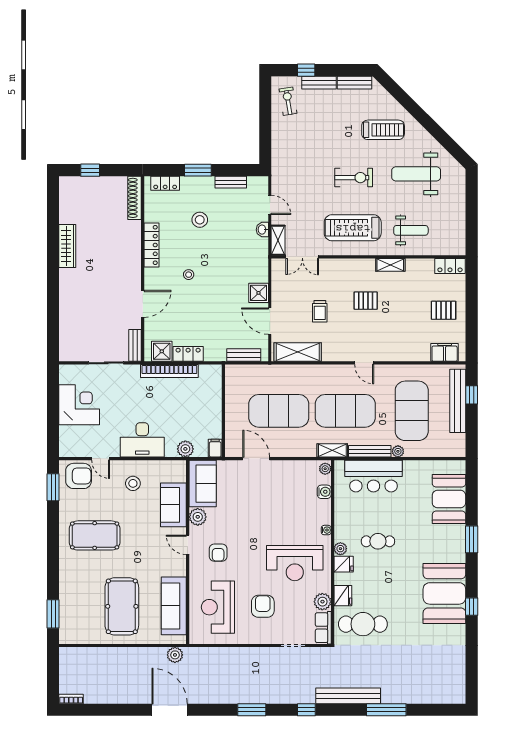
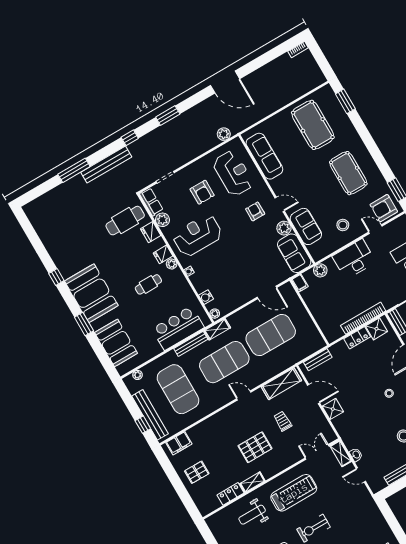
locker: (450, 266) -> (230, 494), moved
pallet: (366, 301) -> (255, 447), width x1.50, depth x1.42
door: (364, 363) -> (244, 396), moved
plant: (398, 451) -> (137, 375), moved
pool table: (95, 535) -> (348, 173), turned 90
booth: (444, 593) -> (91, 293), moved
pool table: (122, 606) -> (313, 125), moved
plant: (175, 655) -> (224, 134), moved

